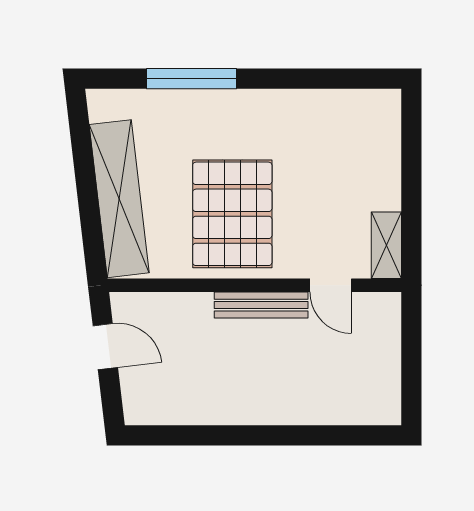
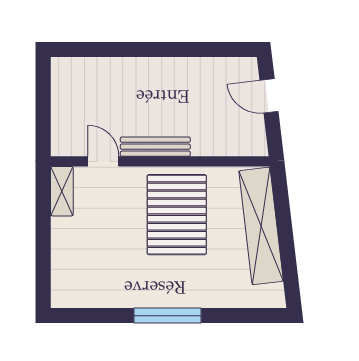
window: (192, 79) -> (168, 316), moved
door: (105, 347) -> (269, 96), moved

